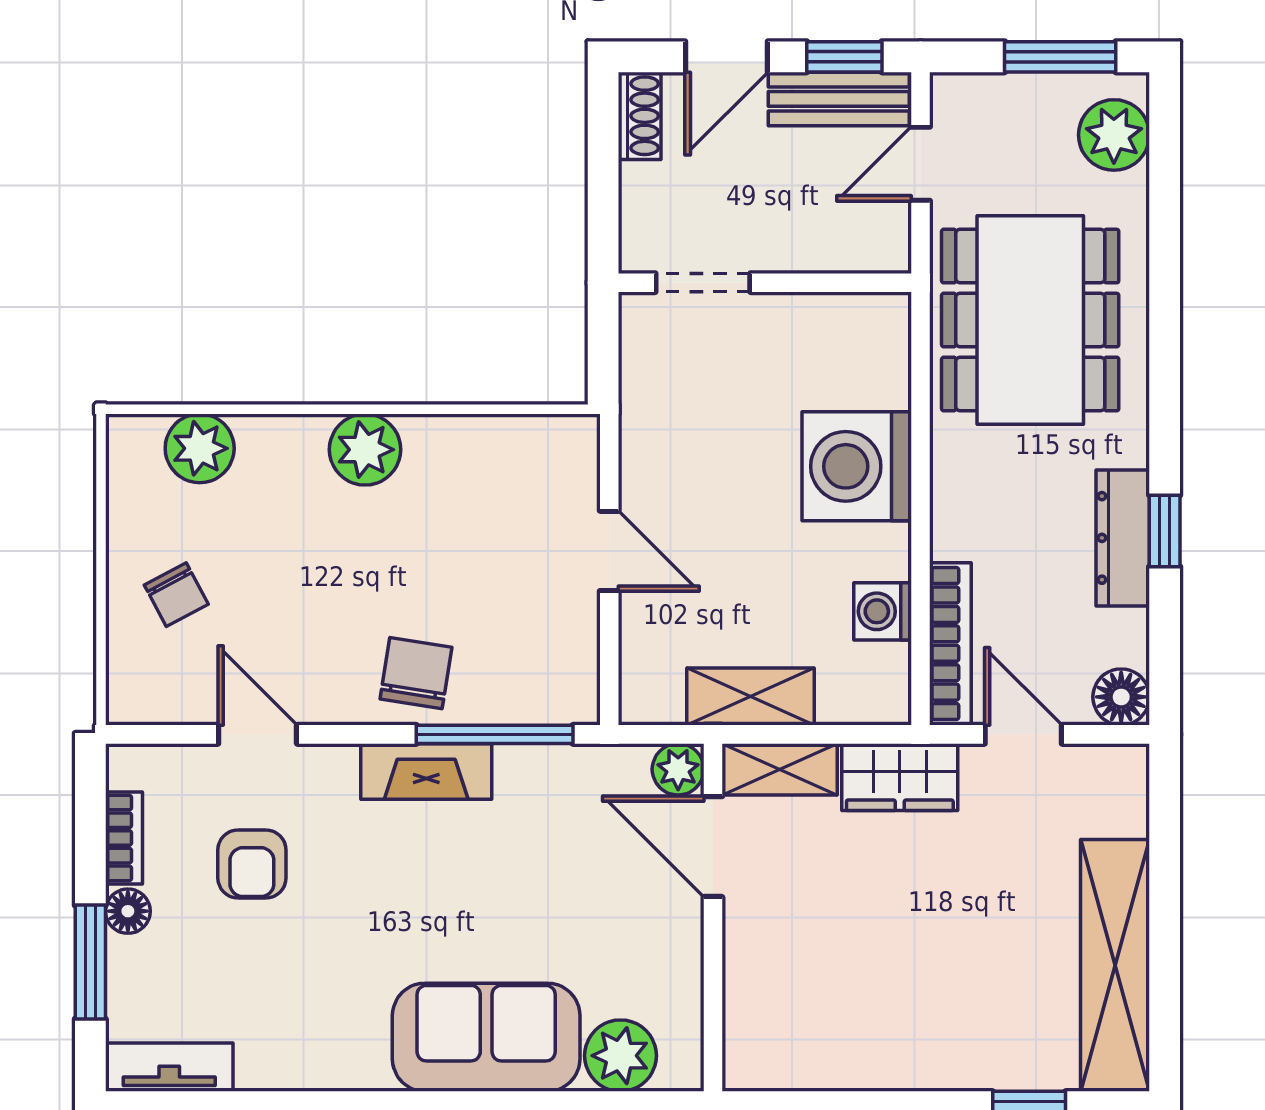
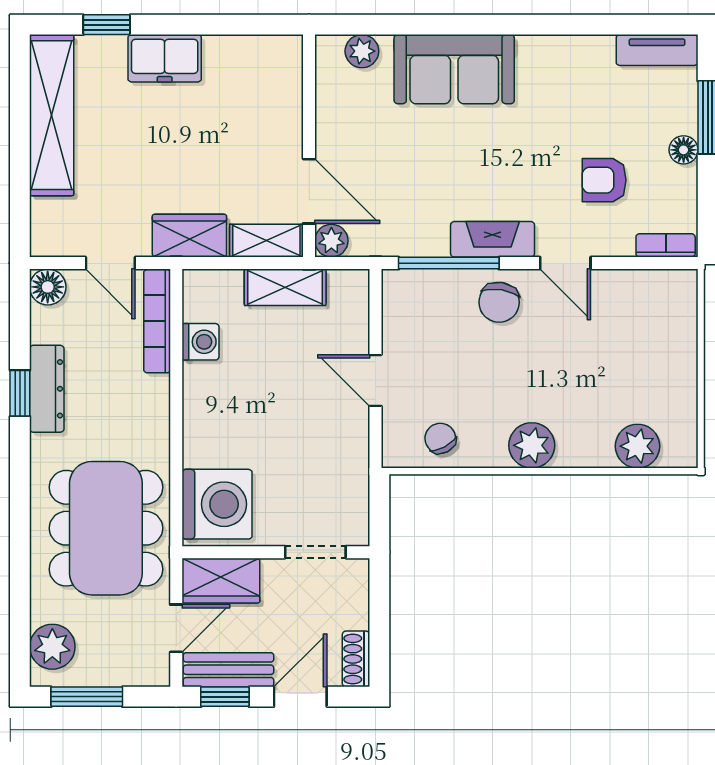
wardrobe: (851, 238) -> (221, 581), added
washing machine: (857, 466) -> (217, 504), moved
chair: (176, 595) -> (440, 438), moved
door: (258, 734) -> (565, 263), moved
bookcase: (124, 838) -> (666, 245), moved, turned 90
armchair: (252, 864) -> (604, 180), turned -90
freezer: (939, 1054) -> (165, 58), added
plant: (621, 1056) -> (362, 51), width x0.73, depth x0.73

